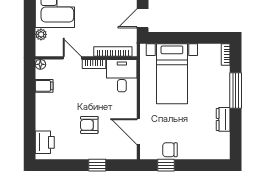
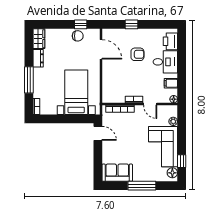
door: (143, 18) -> (98, 133), hinge flipped
desk: (122, 76) -> (165, 62), moved, turned -90
wardrobe: (222, 146) -> (39, 39), added

